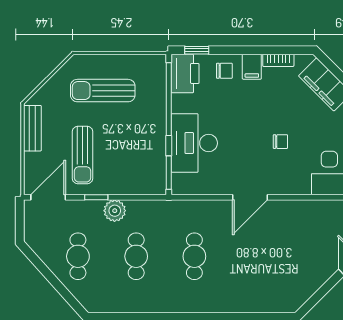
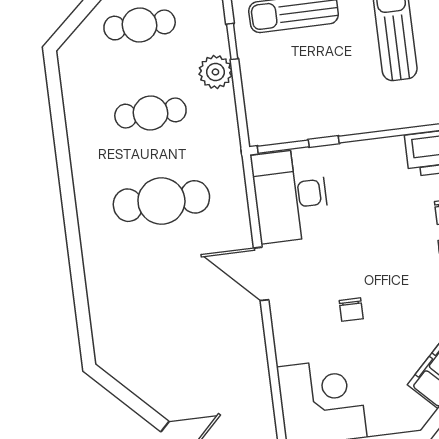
desk: (194, 143) -> (290, 196), moved, turned -90
cafe table: (194, 256) -> (161, 201), width x1.37, depth x1.35

